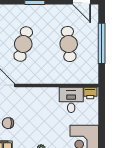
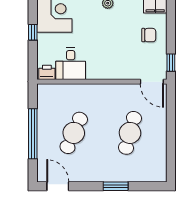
cafe table: (69, 44) -> (74, 133), turned 30
window: (102, 125) -> (33, 32), added

